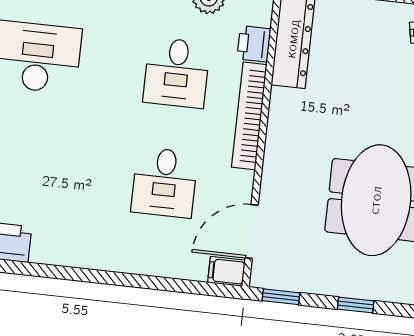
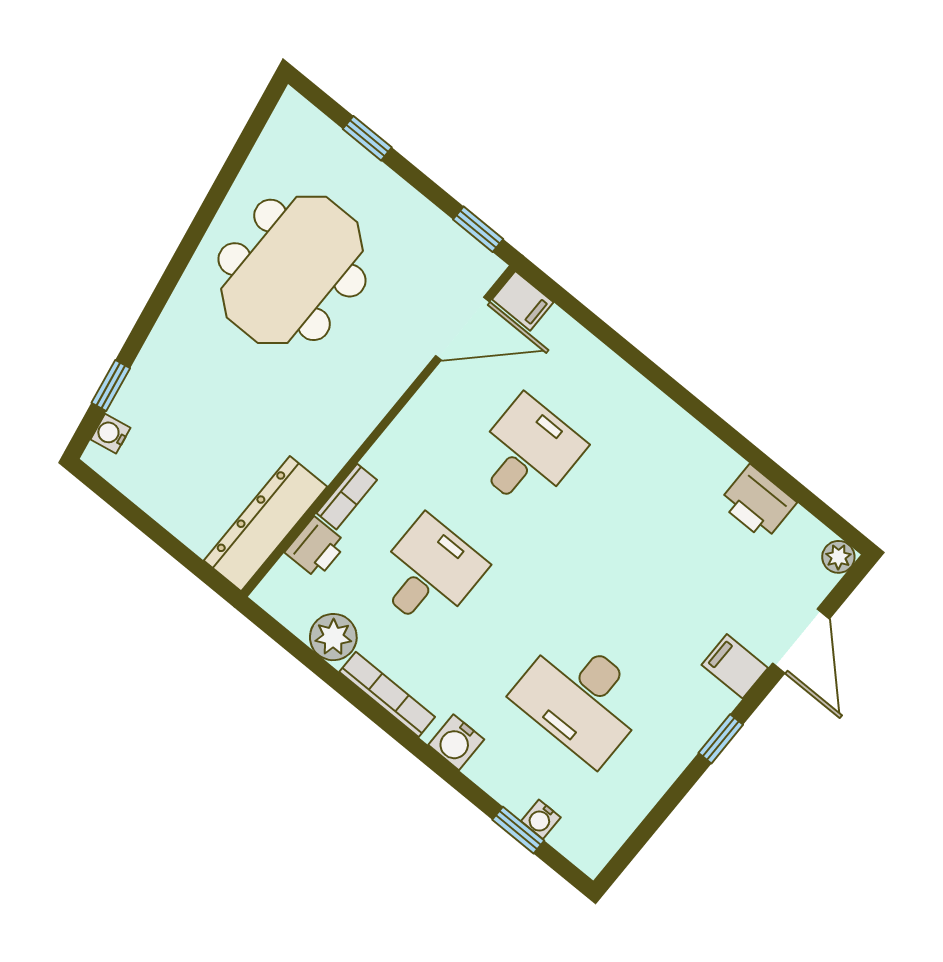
bookcase: (249, 116) -> (347, 497), width x0.43, depth x0.76
window: (356, 305) -> (367, 138), moved

